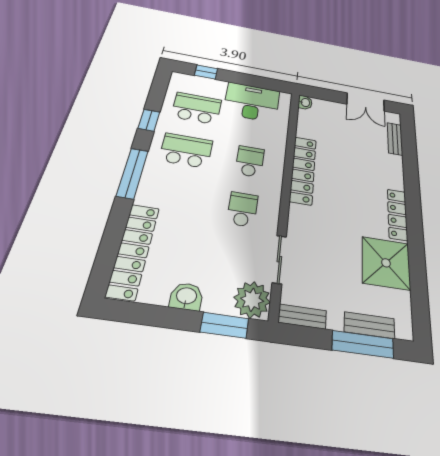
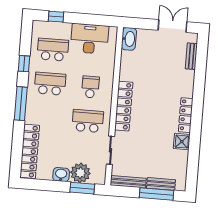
washbasin: (305, 102) -> (129, 39), width x1.91, depth x1.45
double door: (366, 102) -> (172, 26), swing flipped
locker: (303, 170) -> (124, 106), moved
school desk: (242, 209) -> (88, 121), width x1.85
shower: (386, 263) -> (182, 142), width x0.54, depth x0.54
plant: (252, 300) -> (80, 173), moved
bench: (302, 317) -> (128, 182), width x1.36

